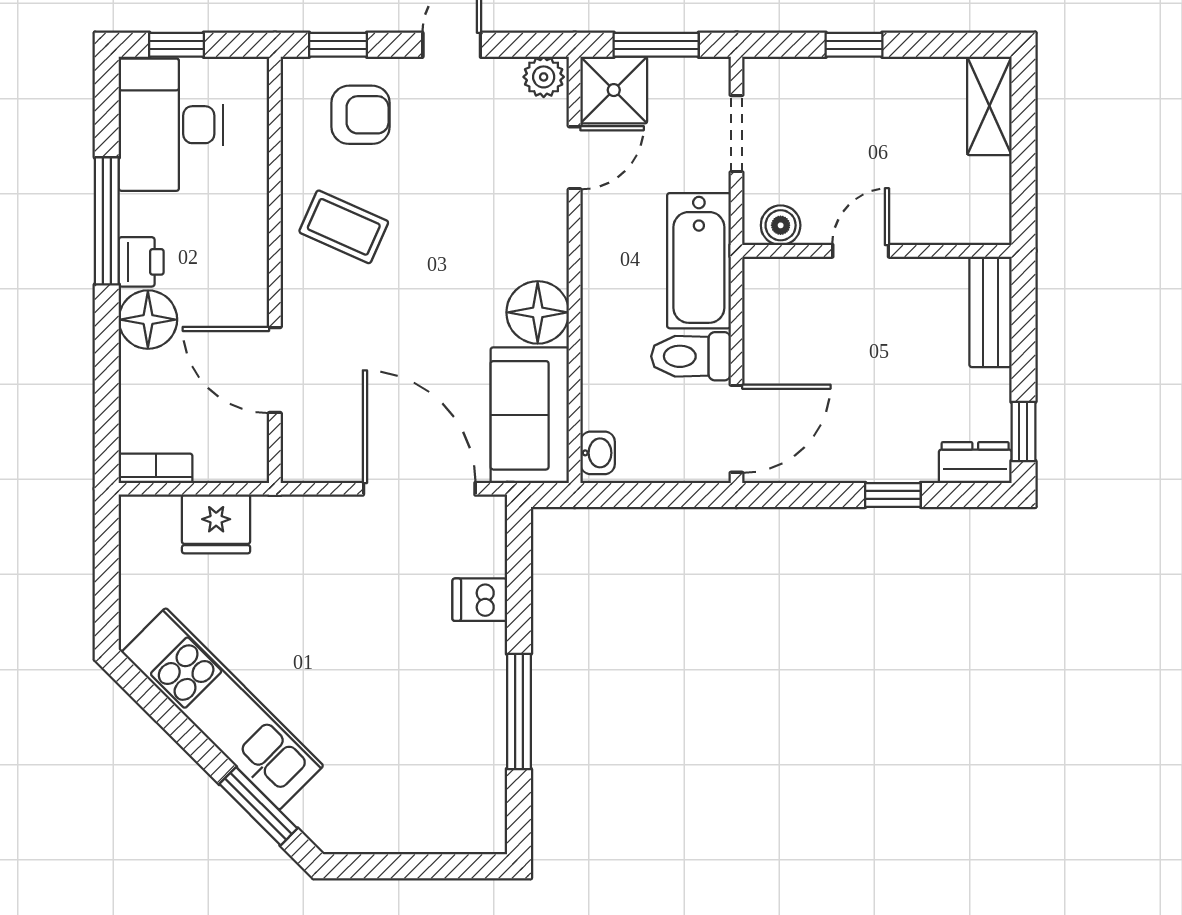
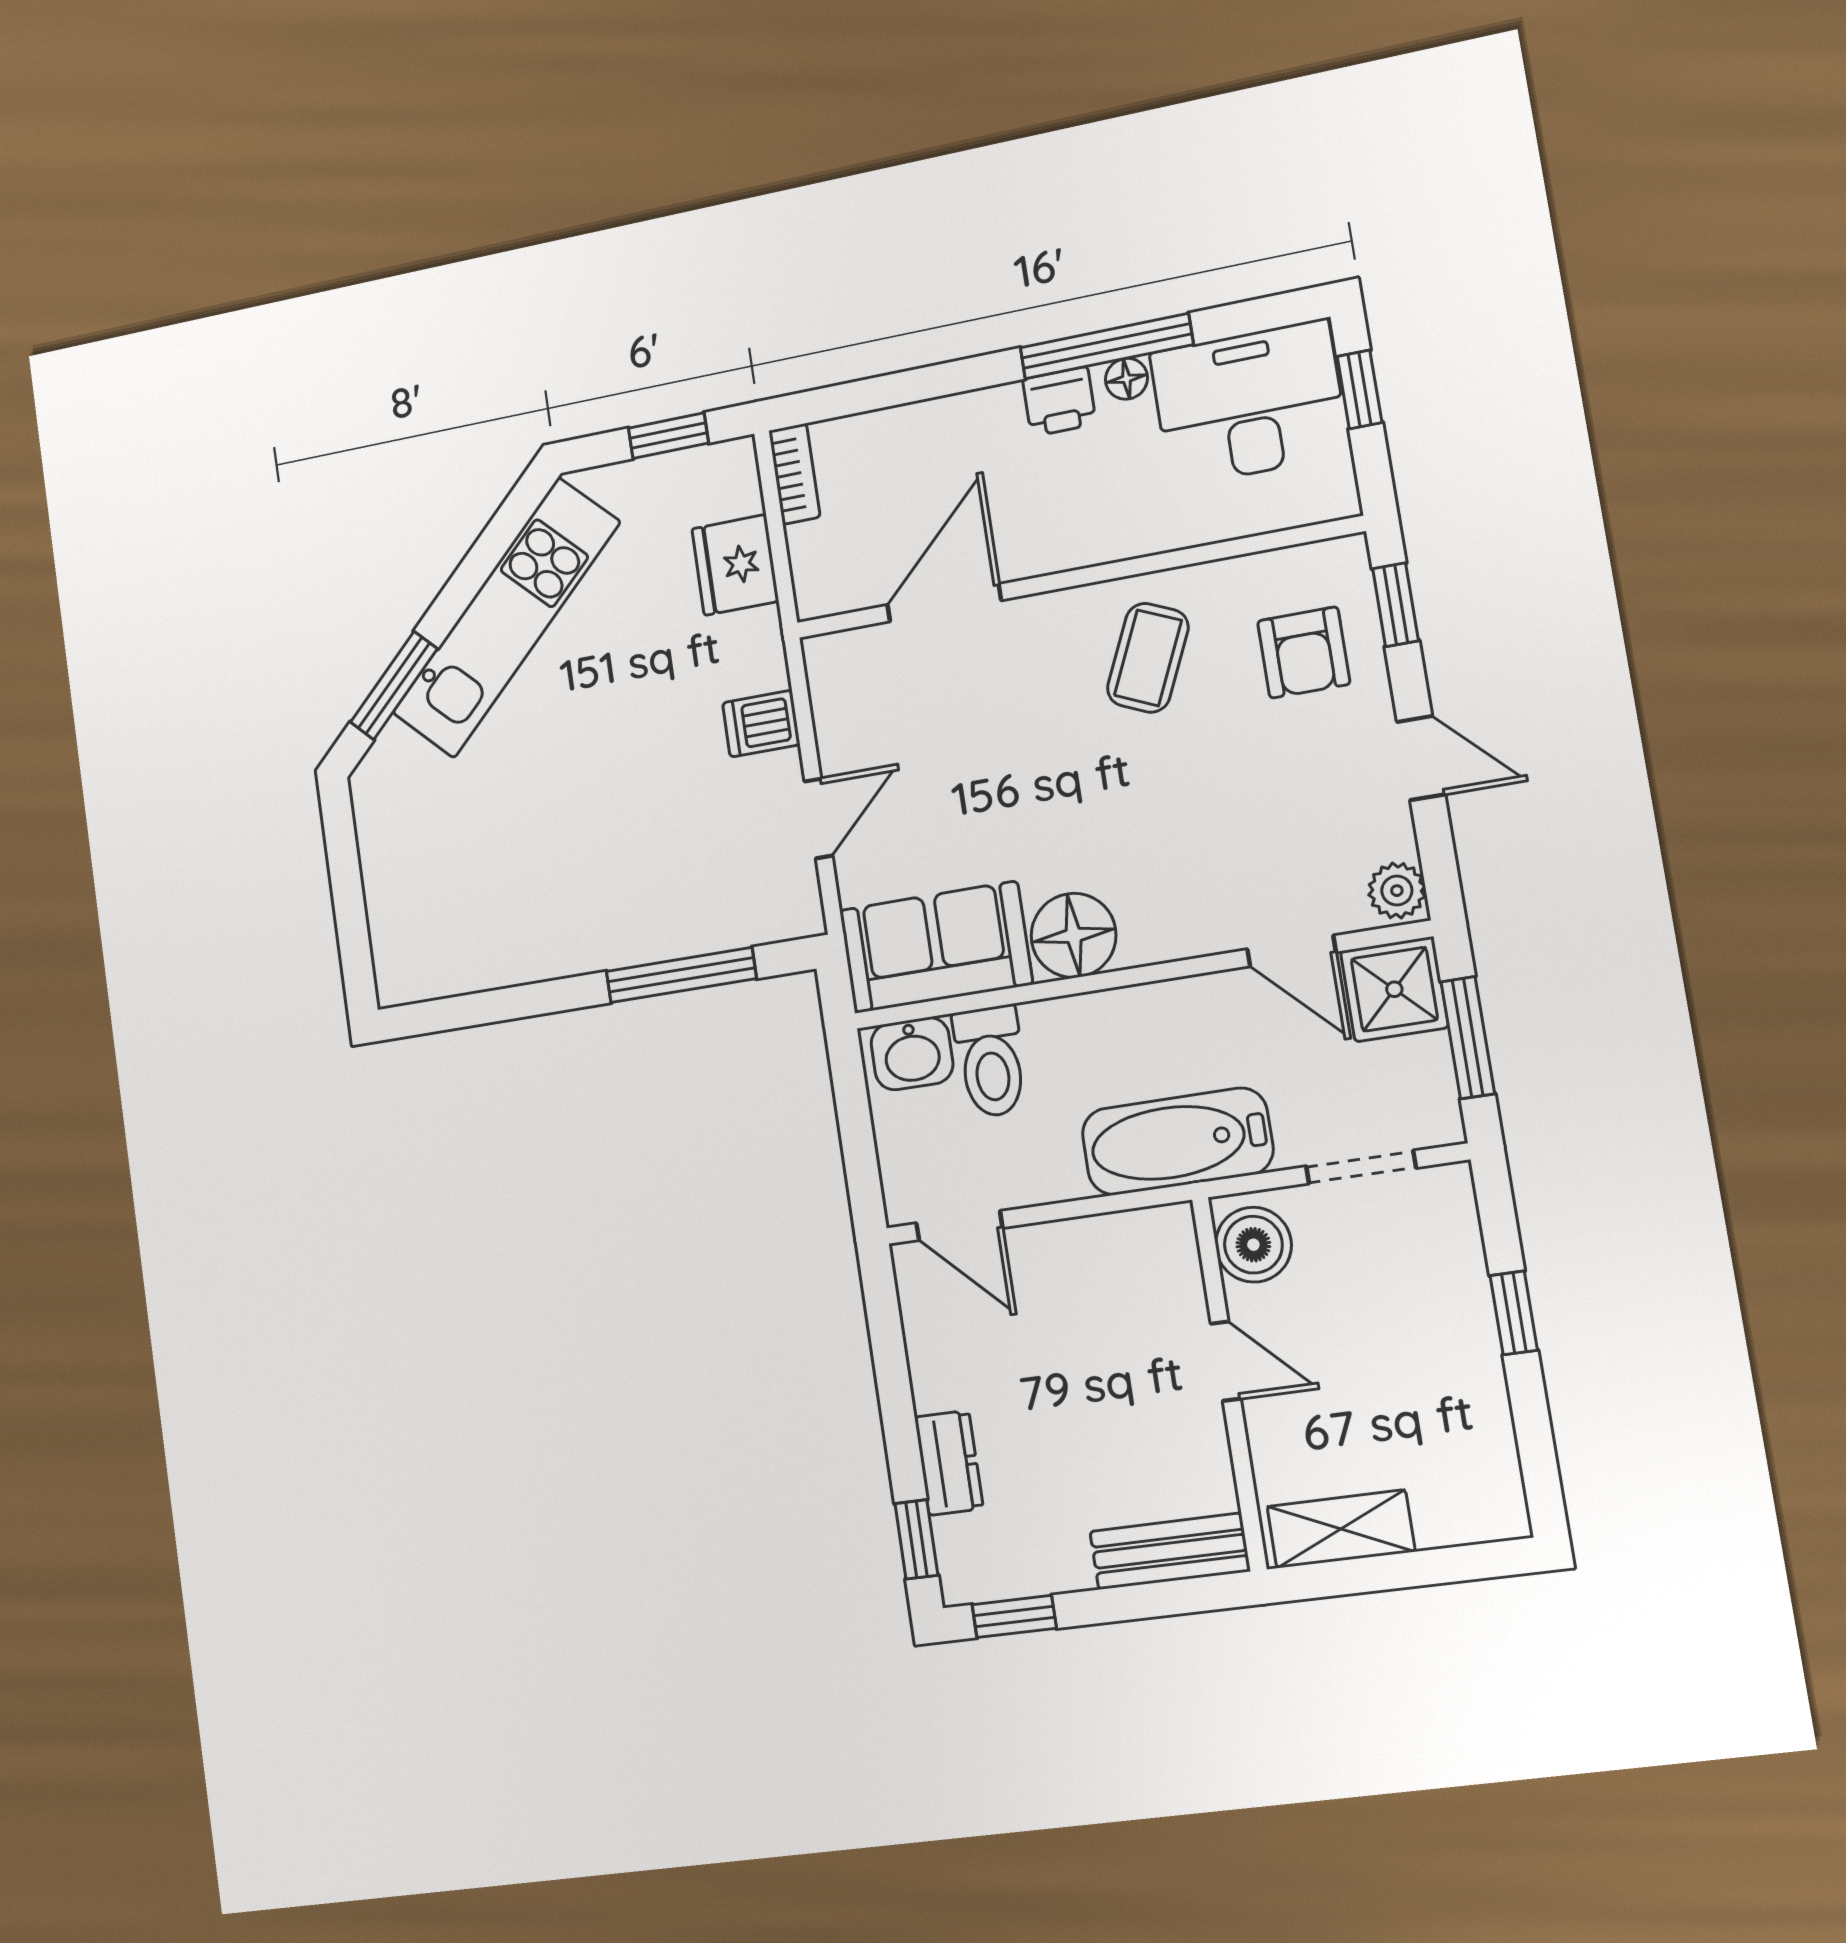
shelving: (989, 106) -> (1341, 1529), moved
boiler: (781, 225) -> (1253, 1245), width x1.36, depth x1.36
floor lamp: (148, 320) -> (1127, 379), moved, width x0.53, depth x0.53
toilet: (691, 356) -> (991, 1062), moved, turned 180
door: (736, 429) -> (959, 1226), width x0.73
washbasin: (598, 453) -> (912, 1054), width x1.38, depth x1.45
dresser: (975, 463) -> (949, 1463), moved
door: (419, 489) -> (818, 818), width x0.53
window: (893, 495) -> (916, 1539), moved
window: (107, 561) -> (668, 436), added
dishwasher: (480, 600) -> (761, 724), moved, turned -90
window: (519, 711) -> (681, 975), moved

